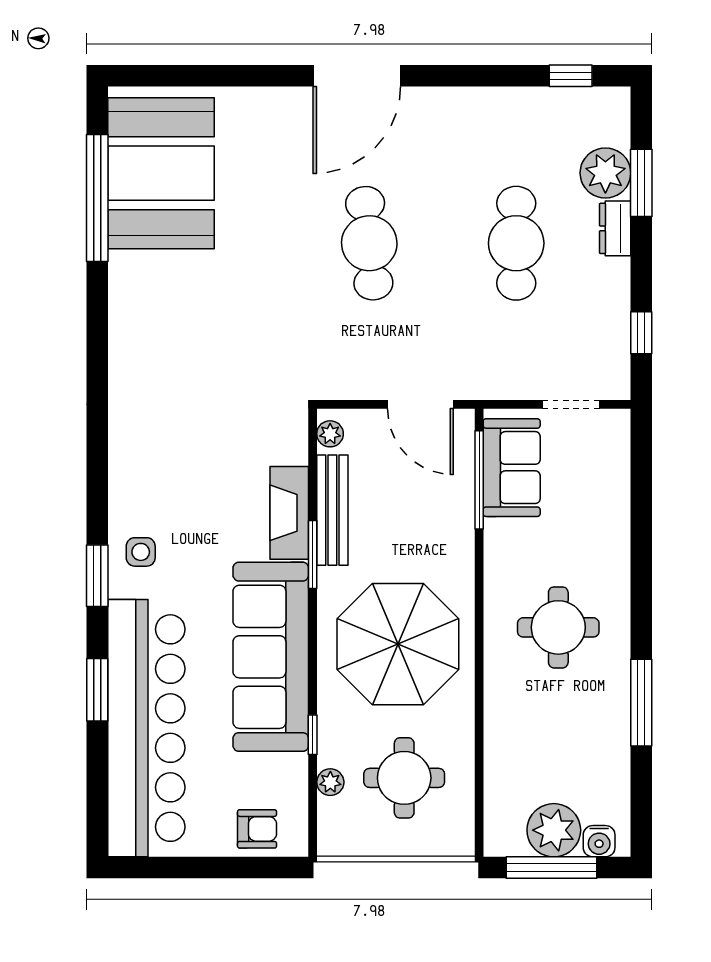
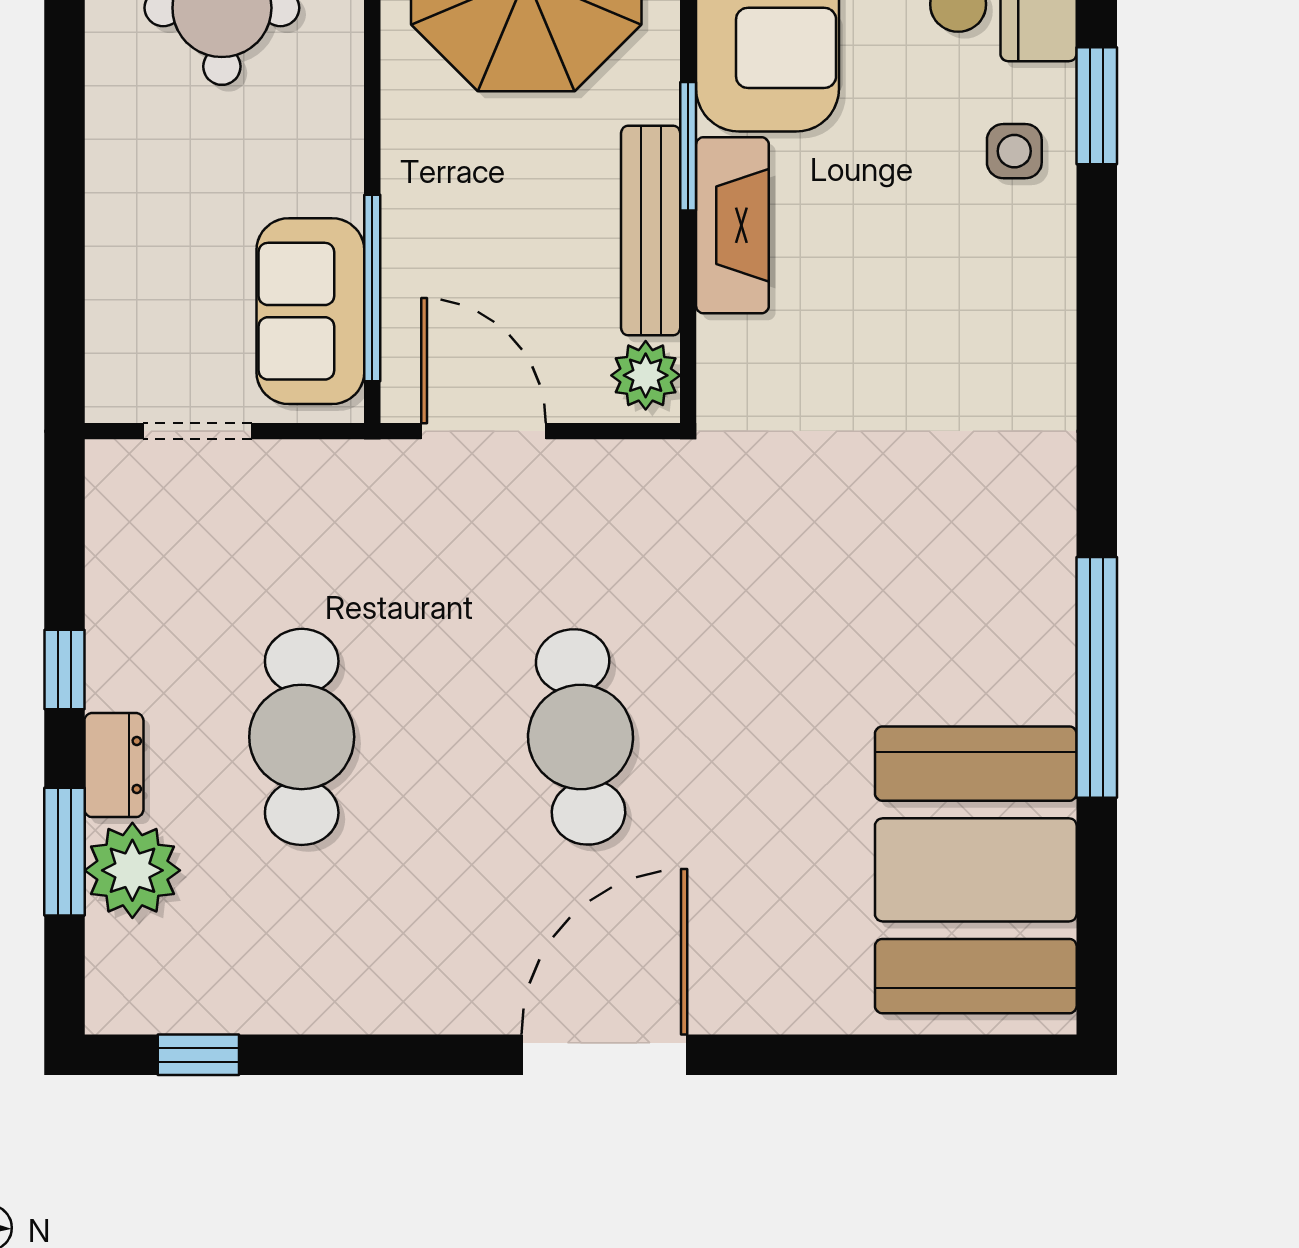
window: (97, 198) -> (1097, 677), moved
window: (641, 333) -> (64, 670), moved
plant: (330, 434) -> (646, 375), width x1.38, depth x1.38

